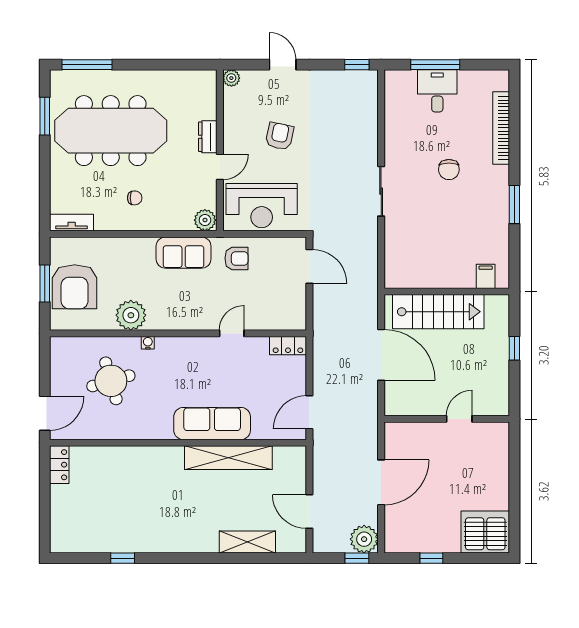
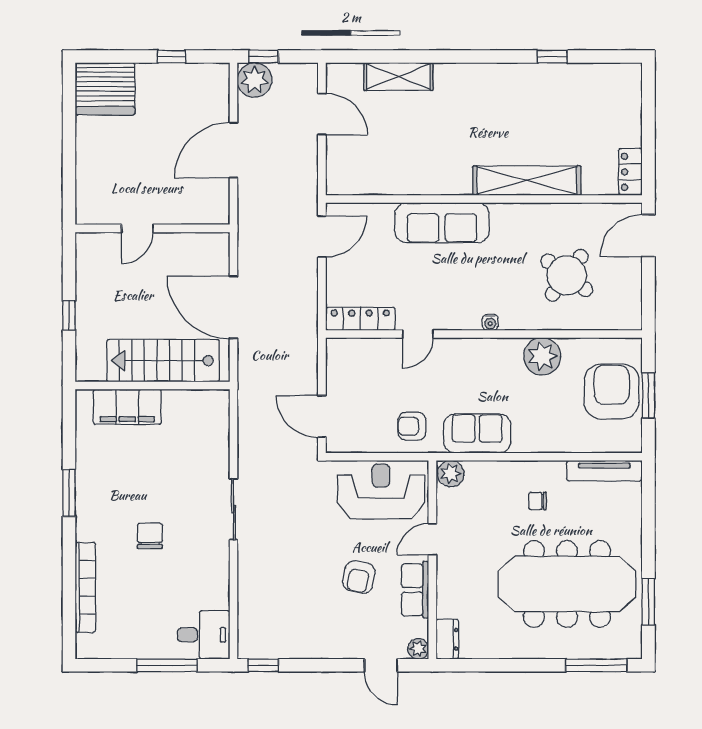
door: (283, 65) -> (381, 665), moved
desk: (437, 91) -> (204, 635), moved, turned -90
row of seats: (234, 126) -> (415, 590), added
dresser: (208, 137) -> (447, 639), moved
tv unit: (72, 222) -> (604, 471), width x1.41
filing cabinet: (486, 276) -> (127, 407), width x3.00, depth x1.17
water cooler: (148, 343) -> (490, 322), moved
locker: (288, 346) -> (360, 319), width x1.53
round table: (111, 381) -> (567, 275), turned -37
shelving: (228, 458) -> (527, 181), moved

